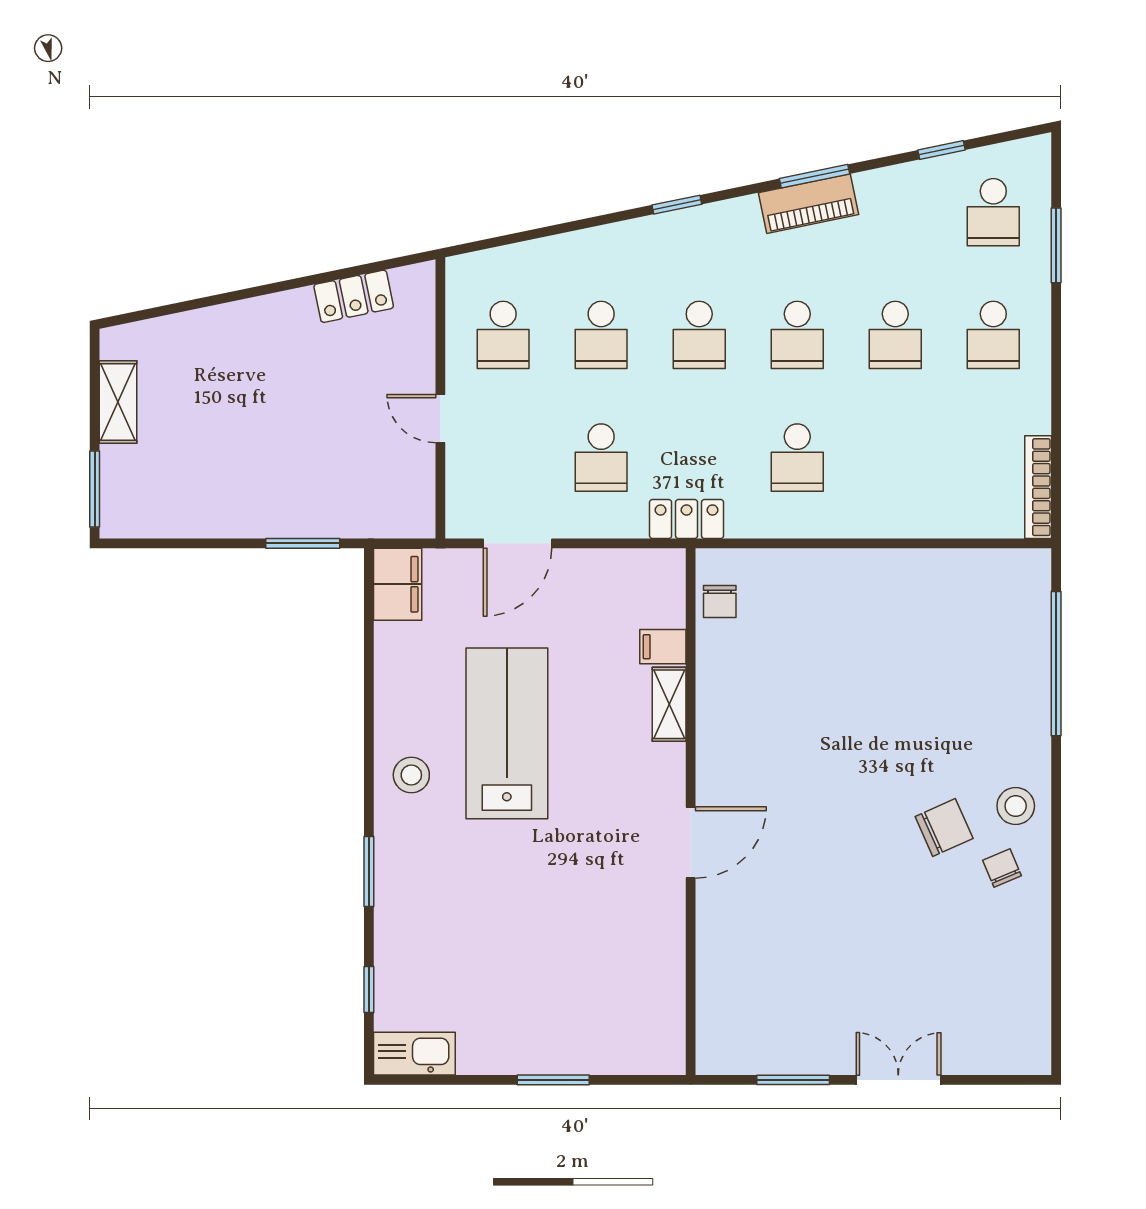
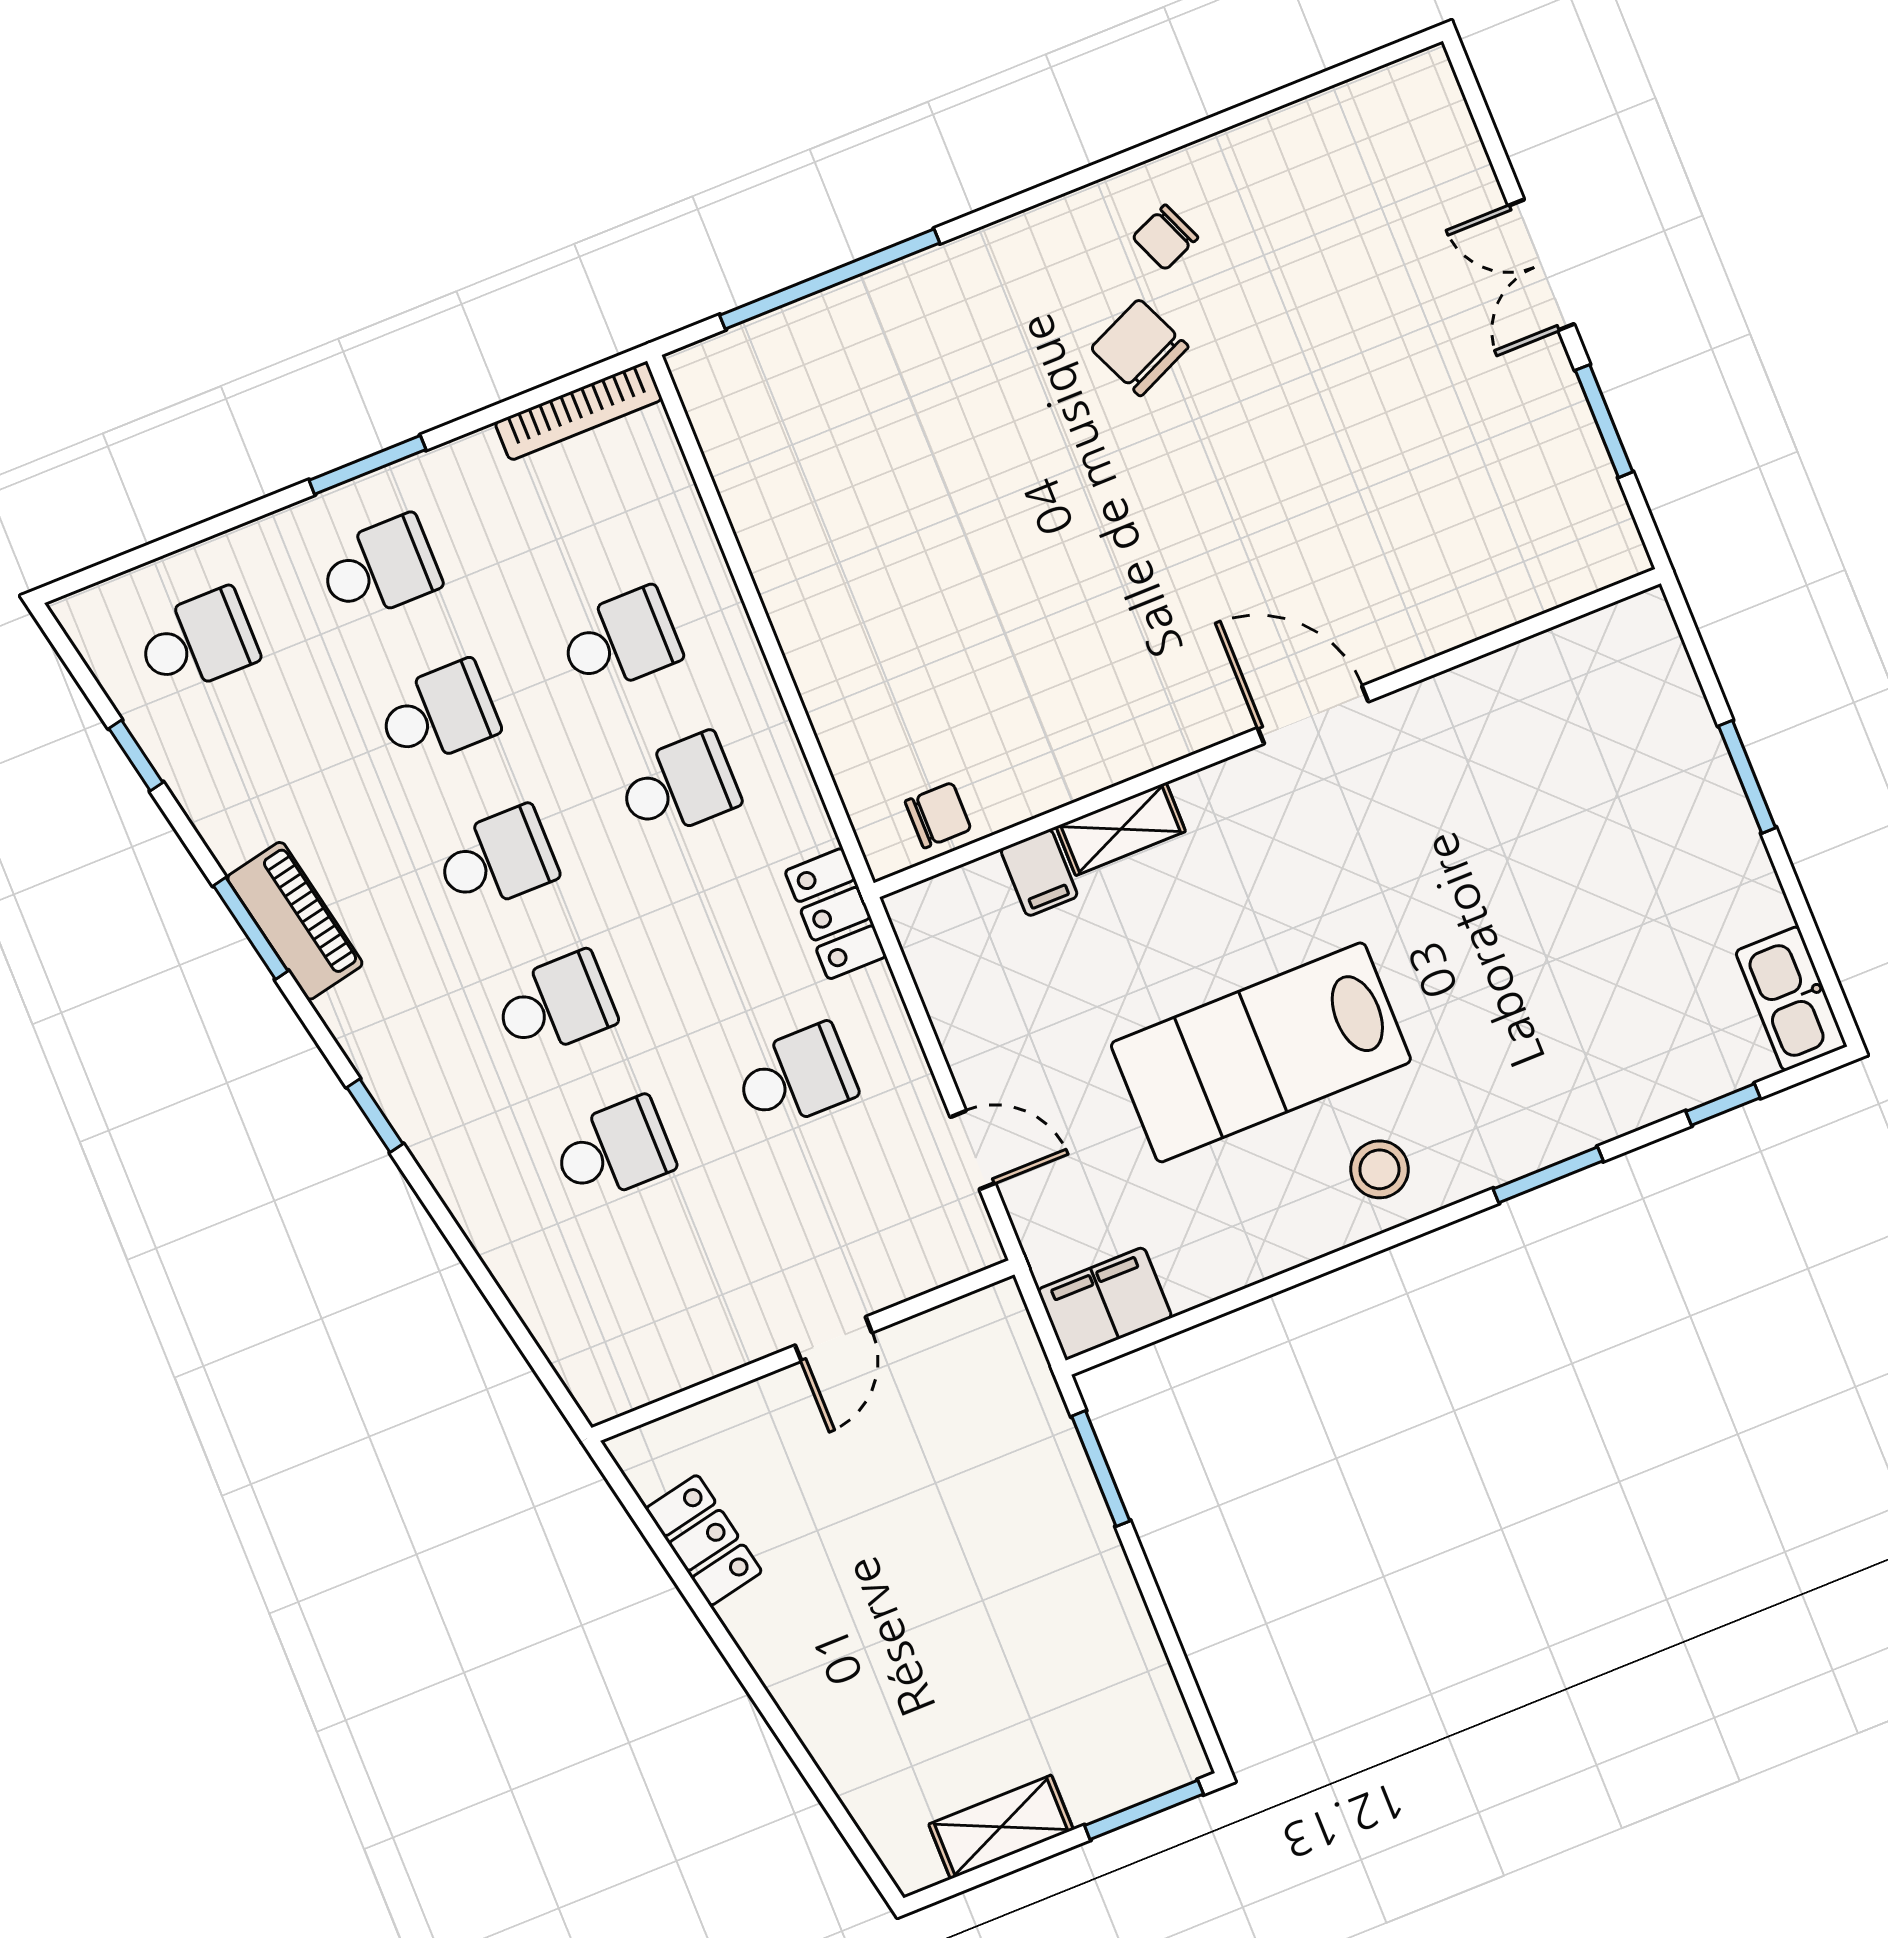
window: (1056, 245) -> (367, 465), moved
school desk: (503, 335) -> (620, 641), moved
door: (517, 543) -> (973, 1150), width x0.73
stool: (1016, 806) -> (1065, 254), removed

